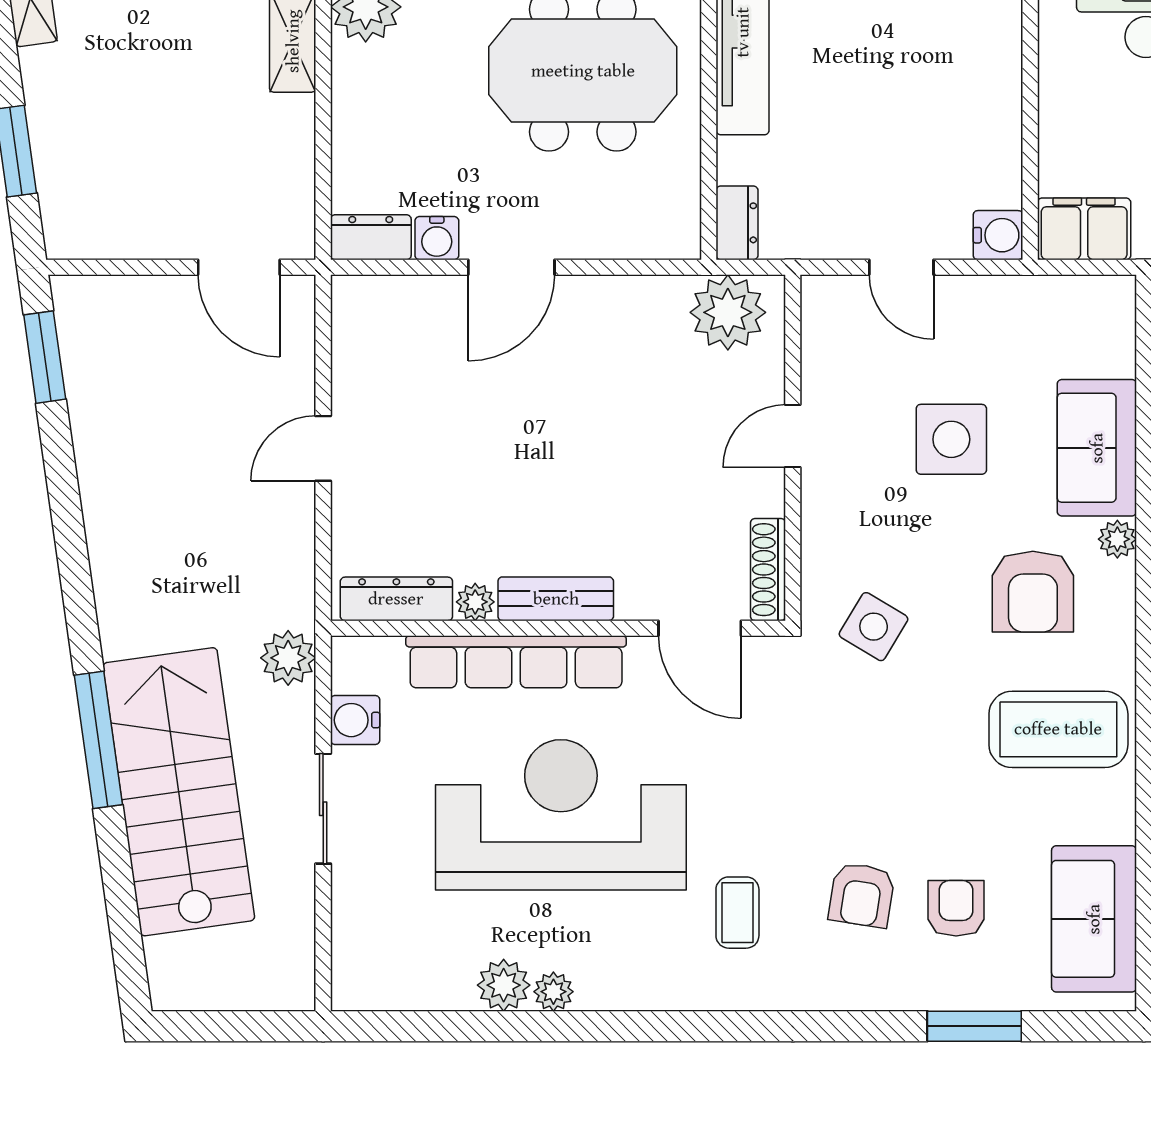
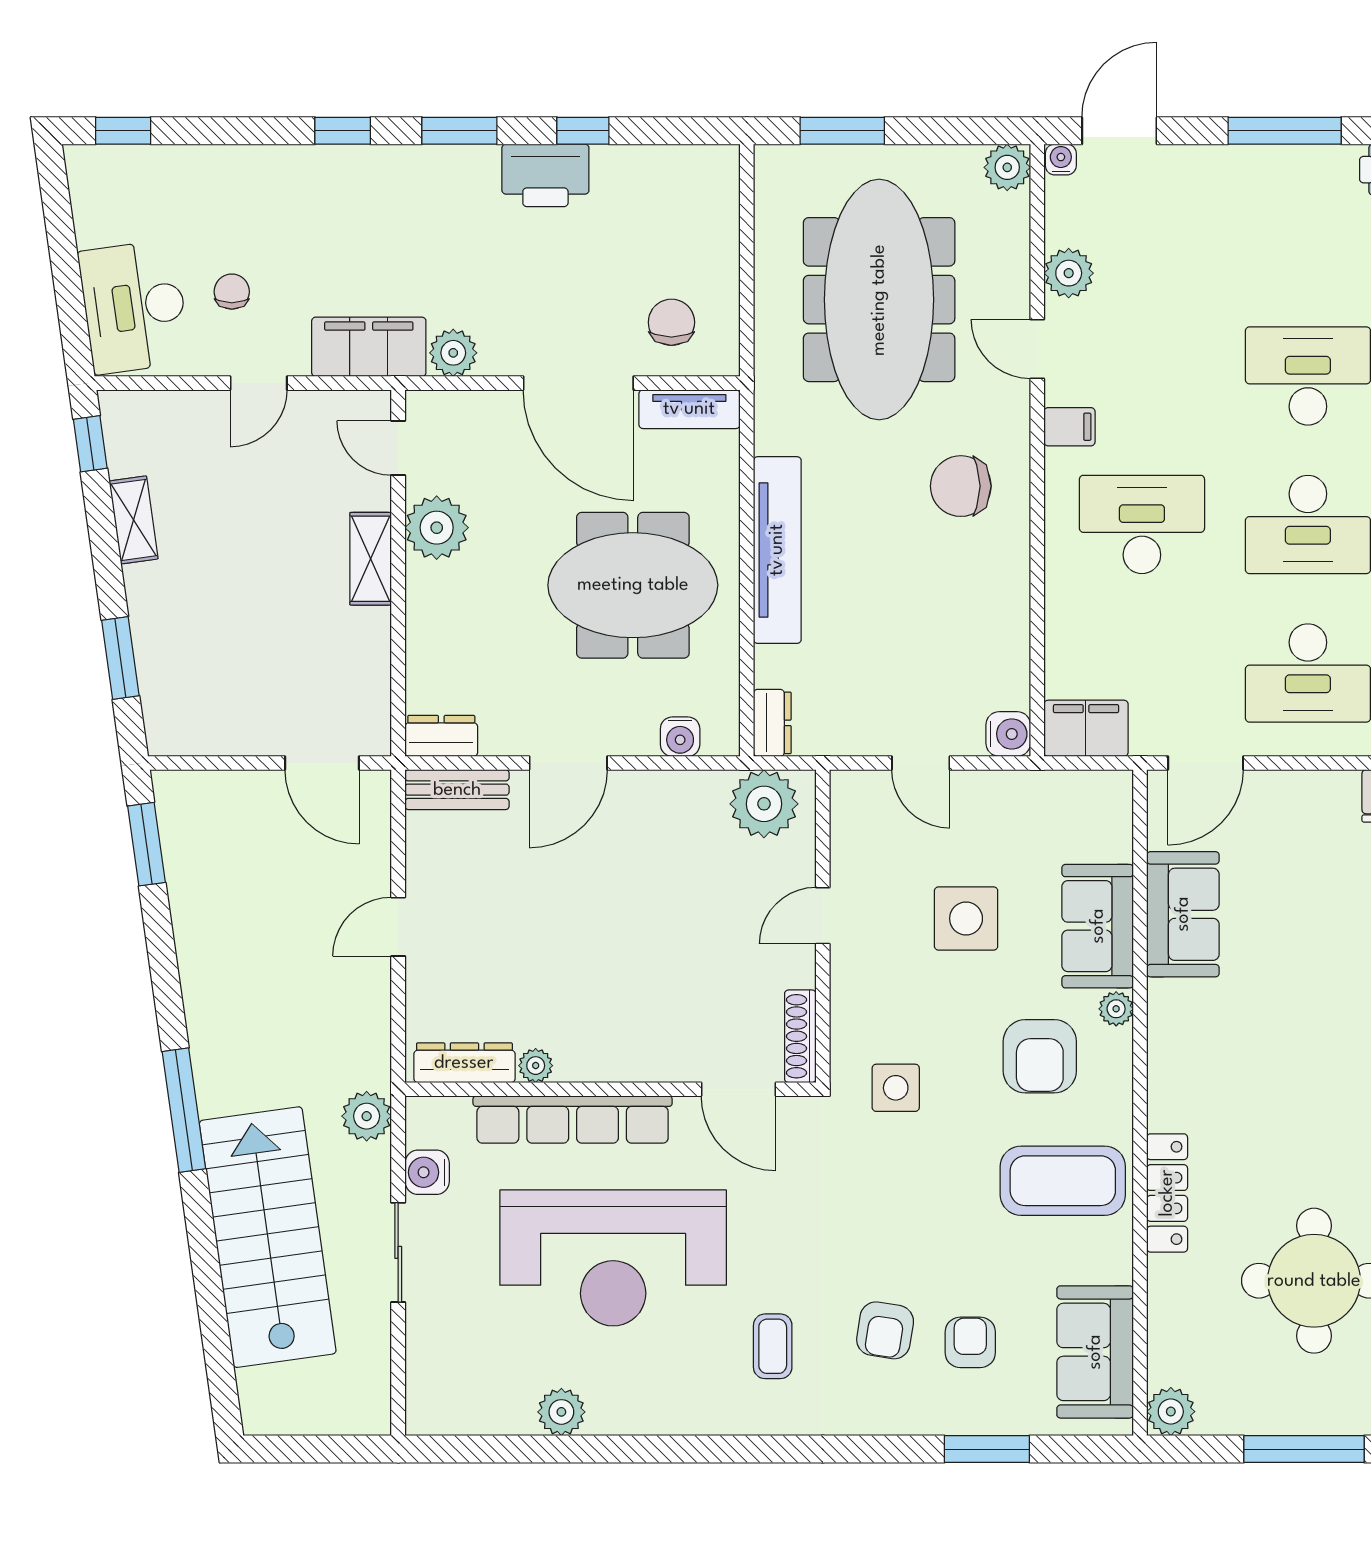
water cooler: (437, 238) -> (680, 737), moved
bench: (556, 599) -> (457, 790), moved
side table: (874, 627) -> (896, 1088), turned -31
window: (98, 740) -> (184, 1110), moved
reception desk: (561, 815) -> (613, 1258), turned 180
plant: (553, 992) -> (606, 1418), removed

